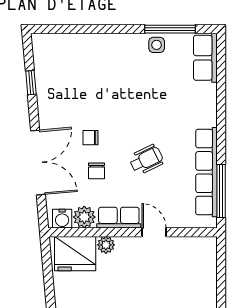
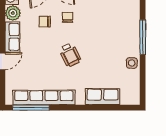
window: (170, 29) -> (143, 37), moved
row of seats: (205, 58) -> (103, 97), moved
wheelchair: (146, 160) -> (70, 55), moved

